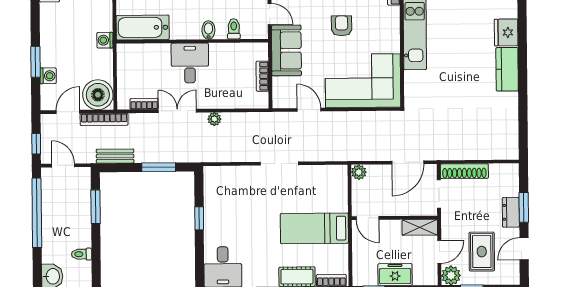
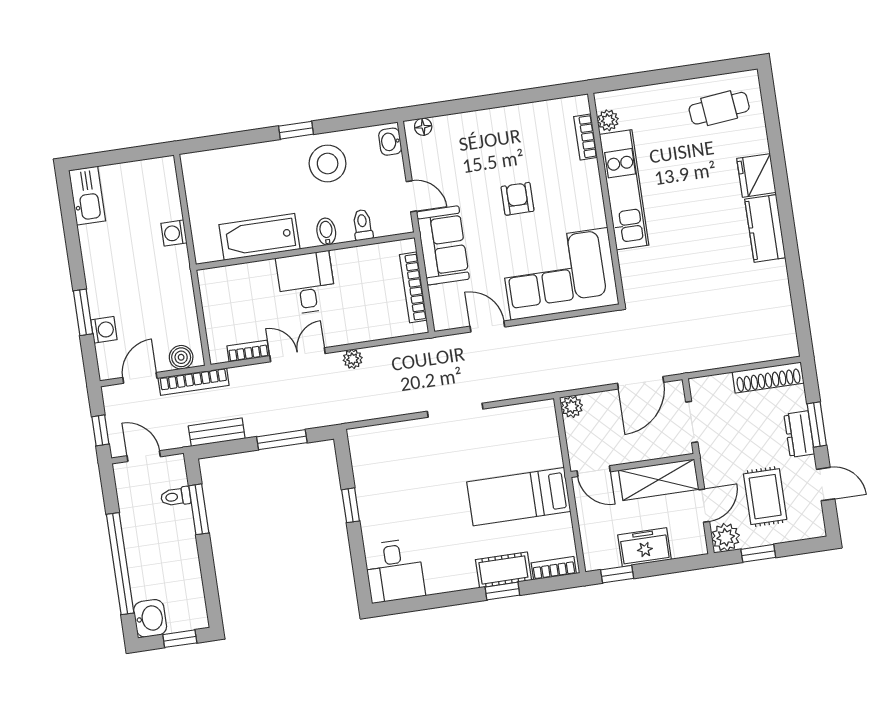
bathtub: (143, 27) -> (259, 237), moved
washing machine: (105, 40) -> (174, 233), moved
bookcase: (262, 76) -> (413, 287), width x1.56
boiler: (98, 95) -> (181, 357), width x0.54, depth x0.54
shoe rack: (464, 171) -> (768, 377), moved
window: (37, 213) -> (120, 564), moved
shelving: (420, 227) -> (659, 480), width x1.50, depth x1.33
door: (524, 249) -> (826, 484), swing flipped
toilet: (82, 254) -> (176, 497), moved

